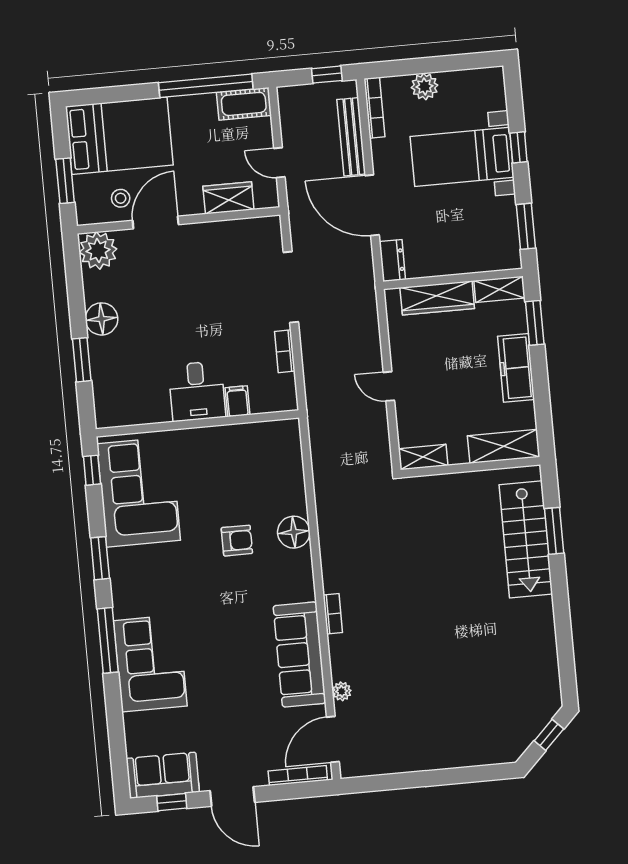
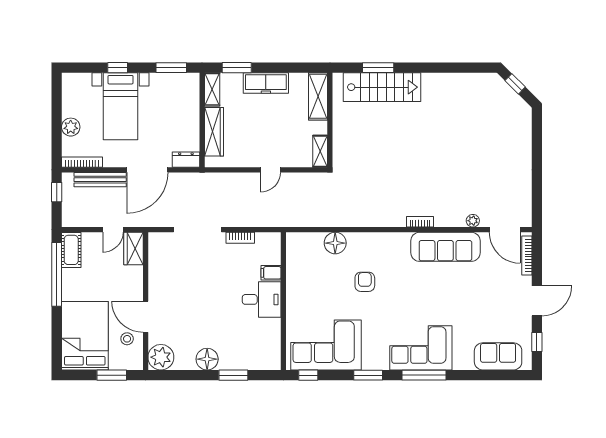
wardrobe: (228, 198) -> (133, 249), moved
floor lamp: (294, 532) -> (335, 243), moved
corner sofa: (150, 663) -> (421, 348), moved
sofa: (163, 775) -> (498, 356), moved, turned 90

